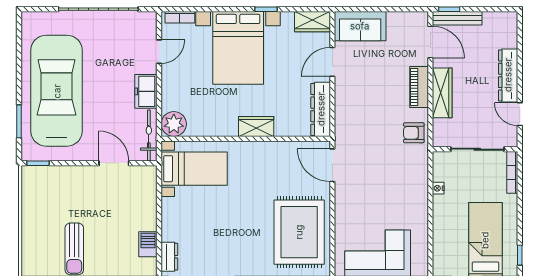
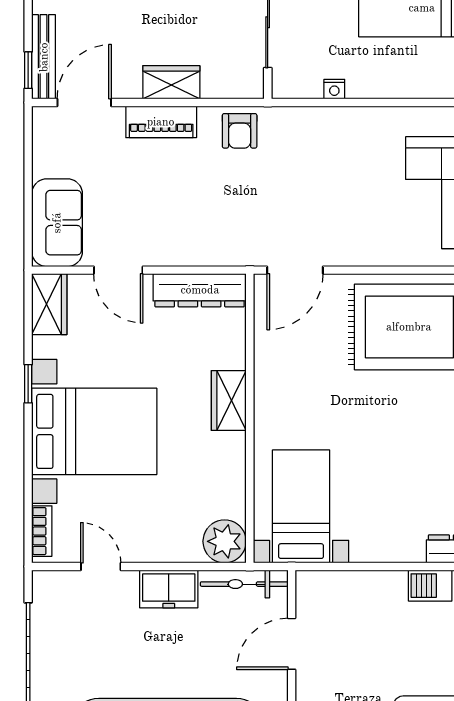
wardrobe: (442, 93) -> (171, 82), width x0.67

